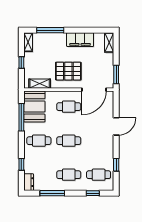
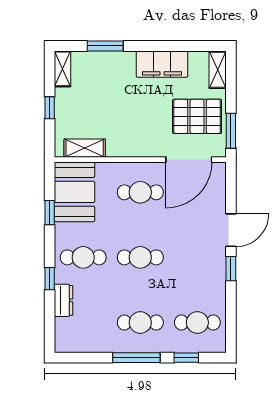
window: (50, 30) -> (105, 46), width x0.69
pallet: (68, 71) -> (197, 116), moved
window: (21, 117) -> (50, 213), width x0.46
window: (21, 164) -> (50, 279), moved
window: (116, 165) -> (231, 269), moved
dresser: (29, 182) -> (64, 300), moved
window: (52, 193) -> (136, 358), moved

